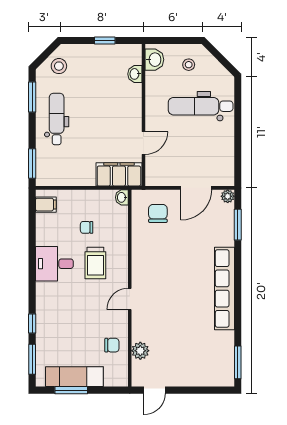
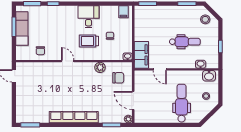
dental chair: (57, 119) -> (185, 42), moved
plant: (140, 351) -> (100, 67), moved

